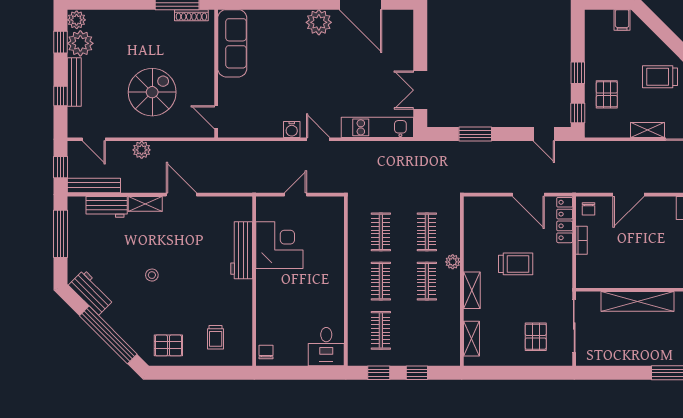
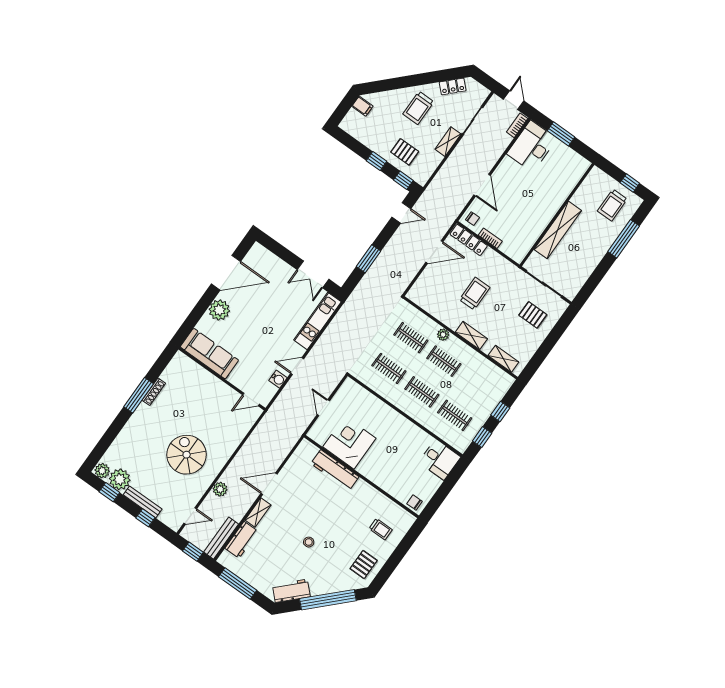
sofa: (232, 43) -> (209, 354), moved
wall: (216, 74) -> (222, 379), moved
door: (216, 117) -> (251, 400), moved

